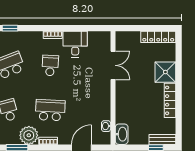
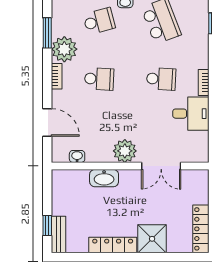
plant: (102, 92) -> (125, 151), added
school desk: (50, 110) -> (99, 79), width x0.54
washbasin: (122, 134) -> (104, 178), moved

